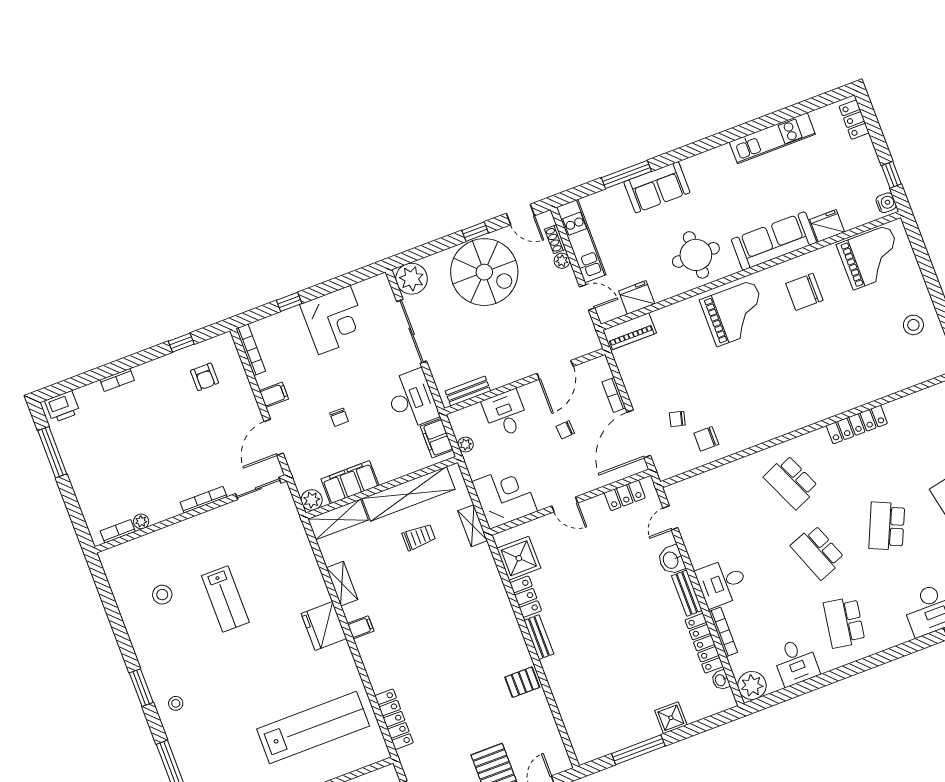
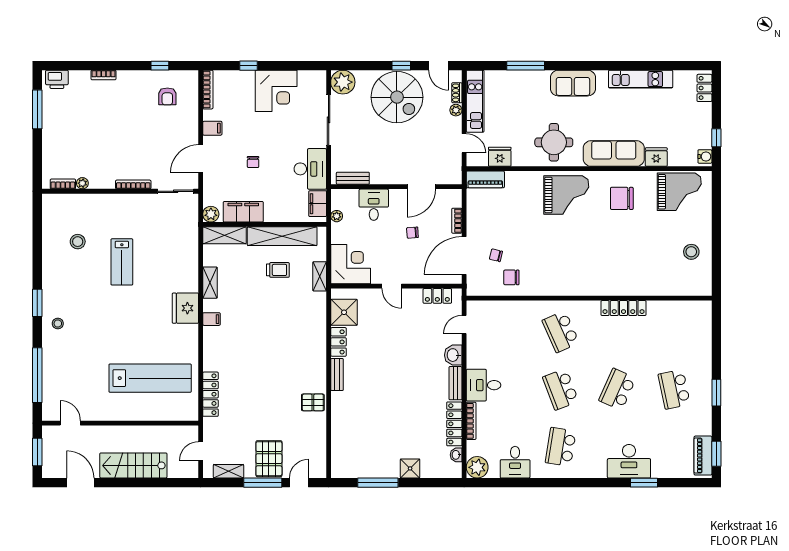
sofa: (657, 187) -> (573, 83), moved

